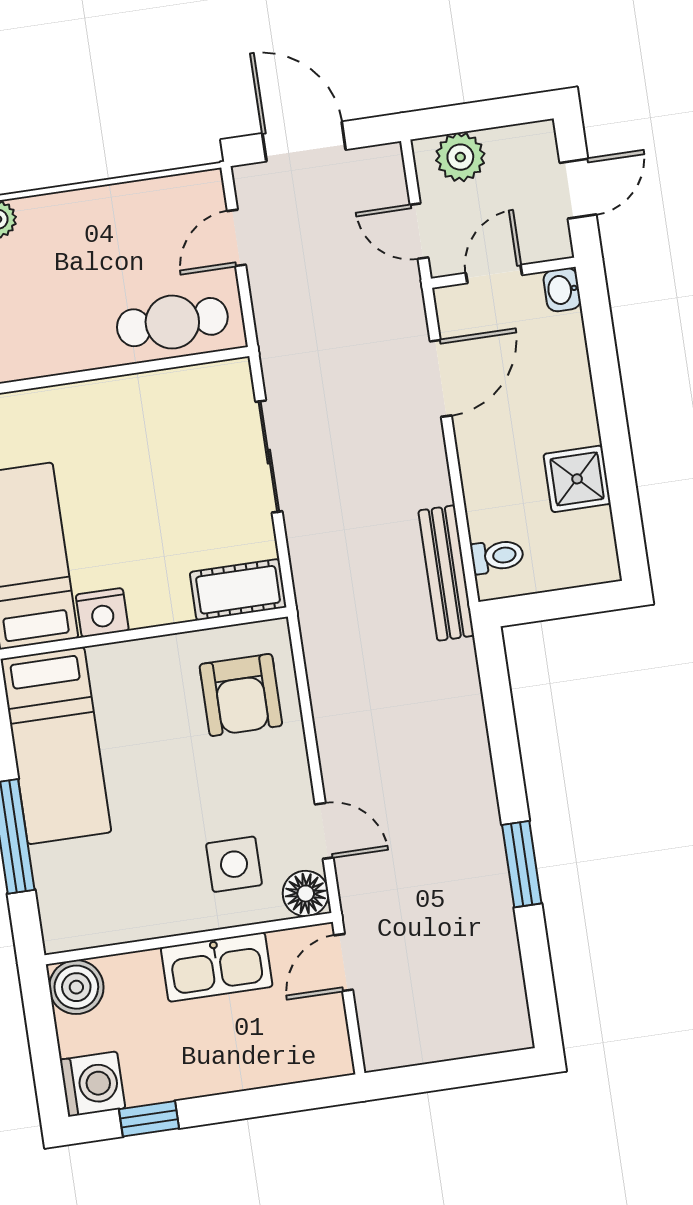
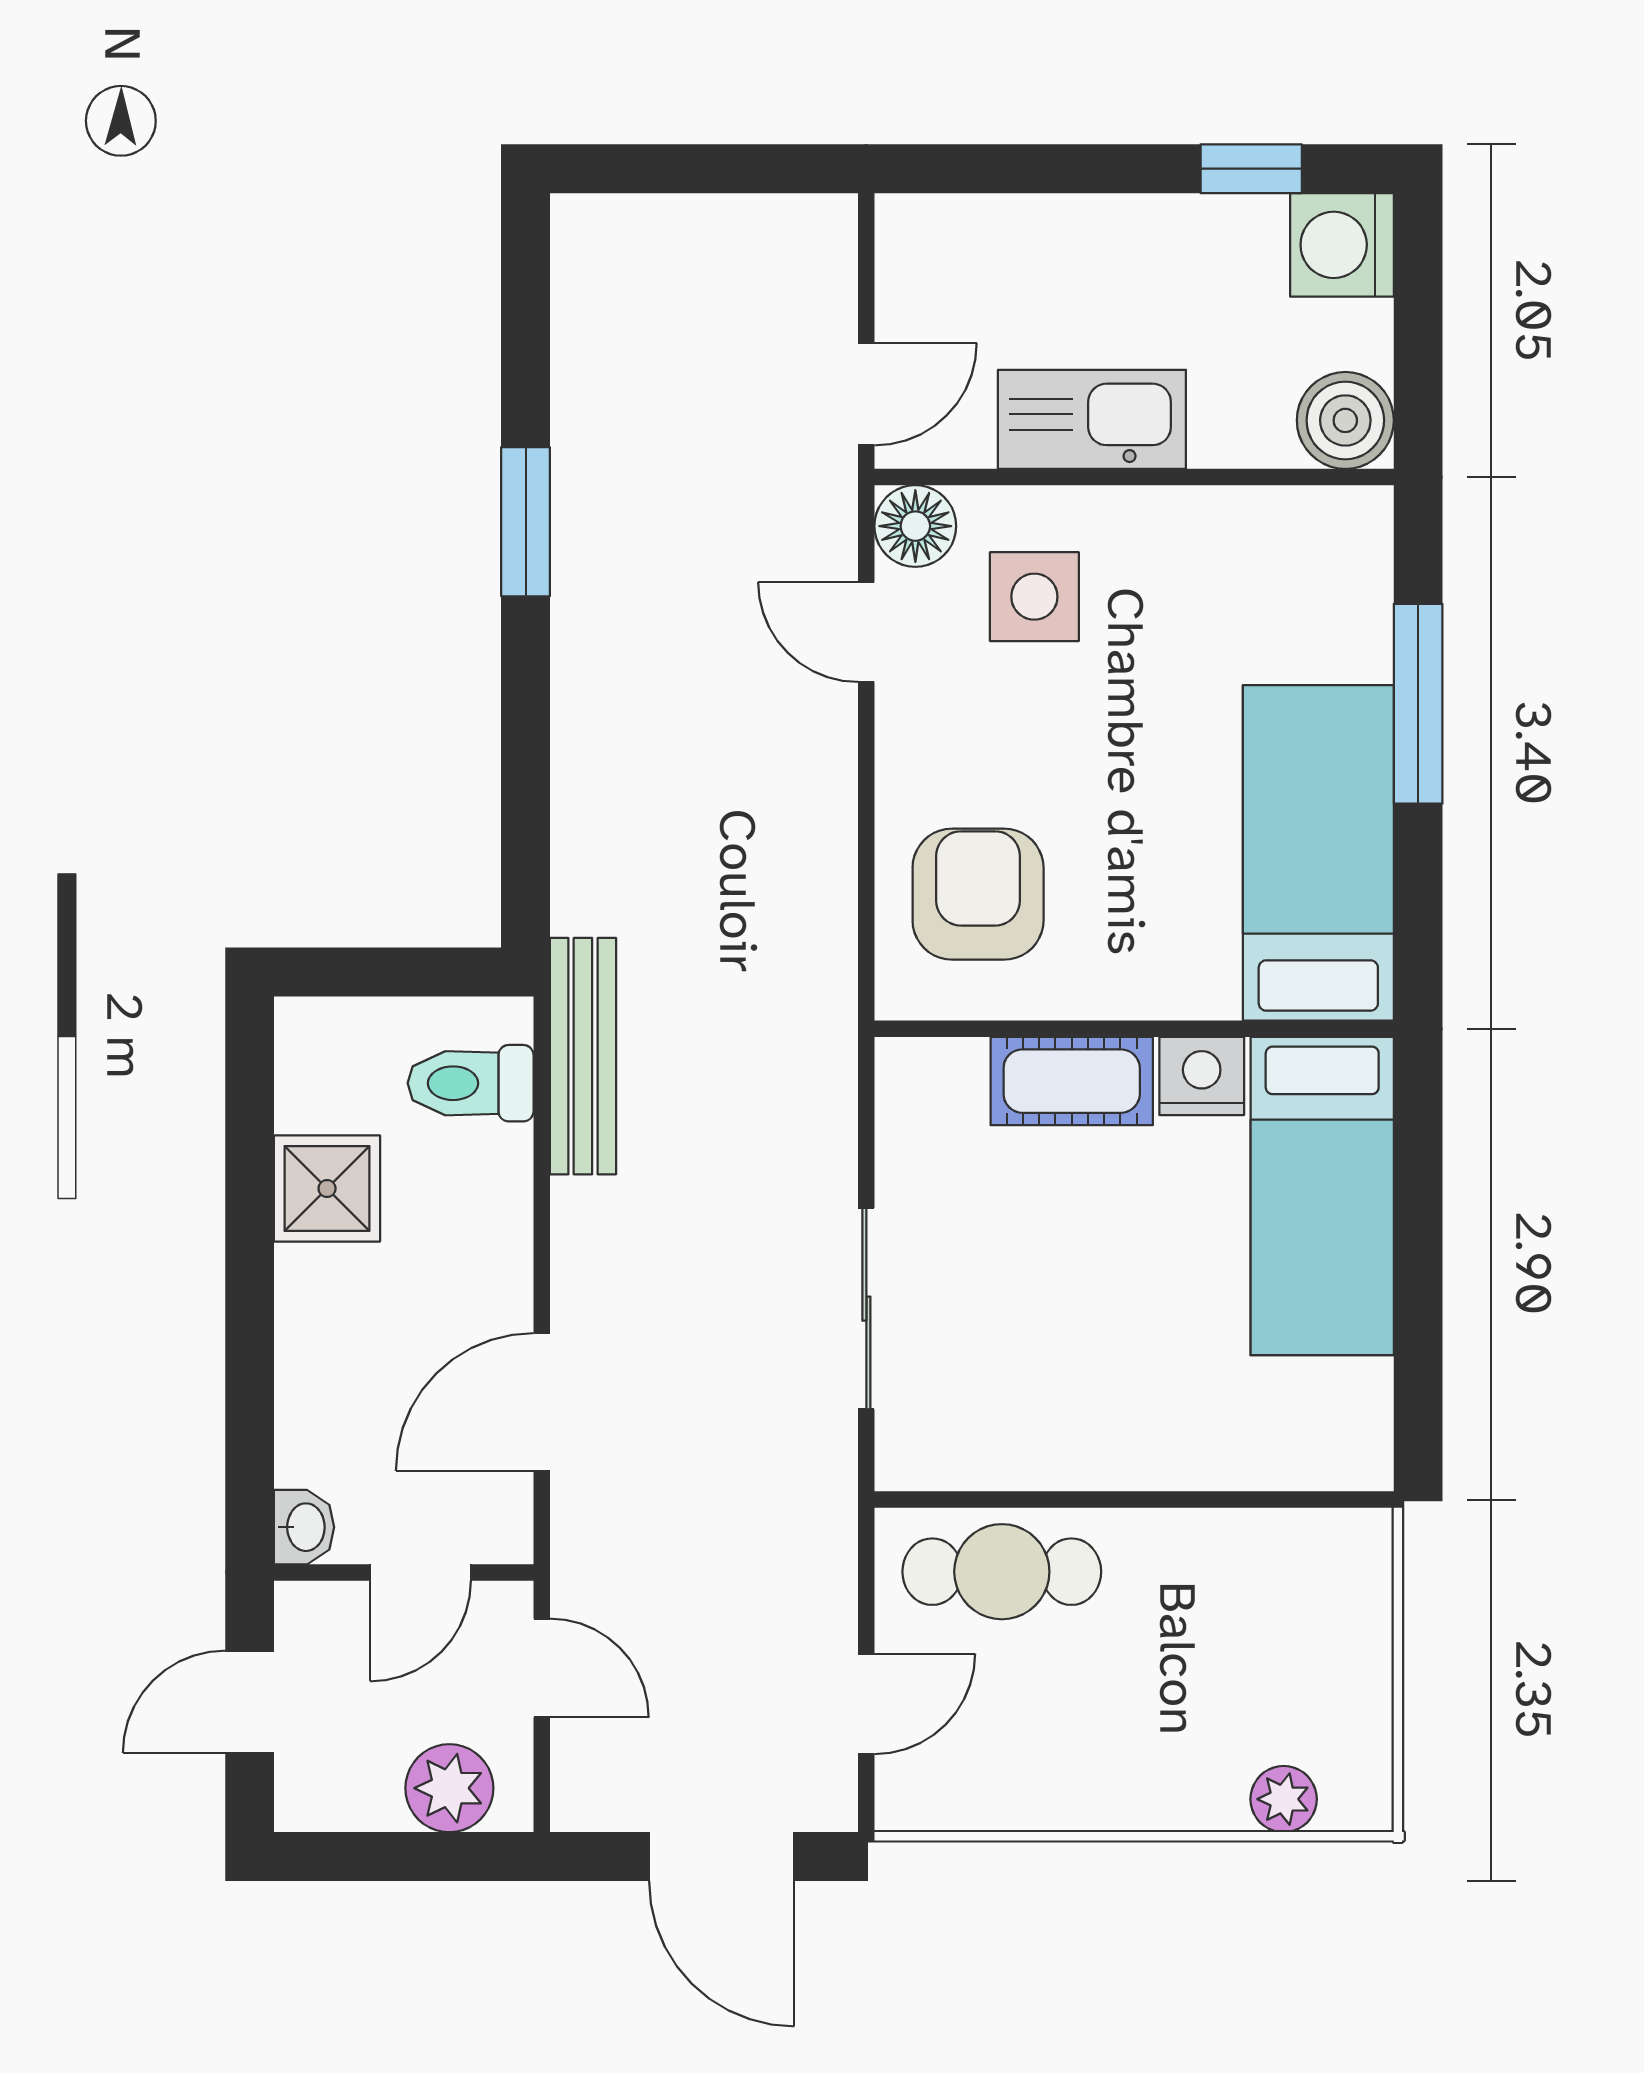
toilet: (497, 556) -> (471, 1083), width x1.37, depth x1.39
cot: (238, 590) -> (1072, 1081), moved

